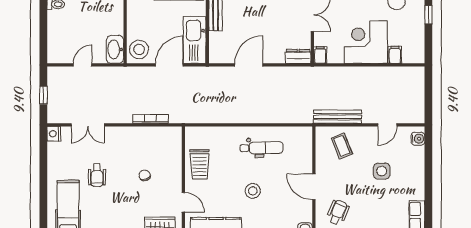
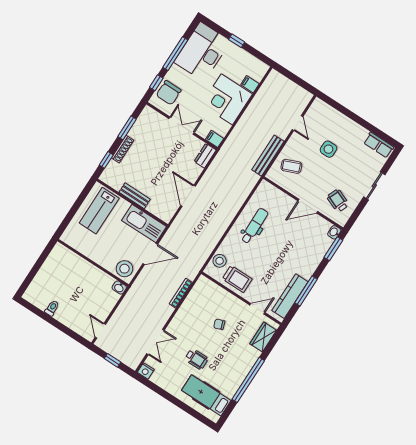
washbasin: (115, 49) -> (119, 288), width x0.52, depth x0.69
door: (83, 65) -> (100, 331), moved
door: (169, 65) -> (150, 254), swing flipped
water cooler: (418, 139) -> (322, 107), removed
stool: (253, 191) -> (220, 261), moved

